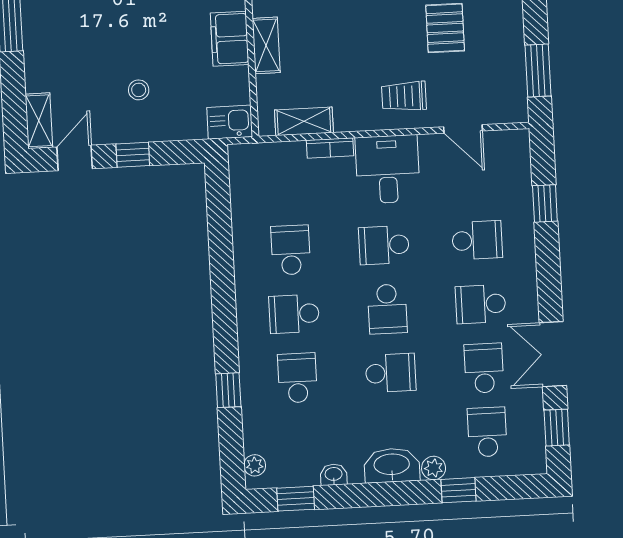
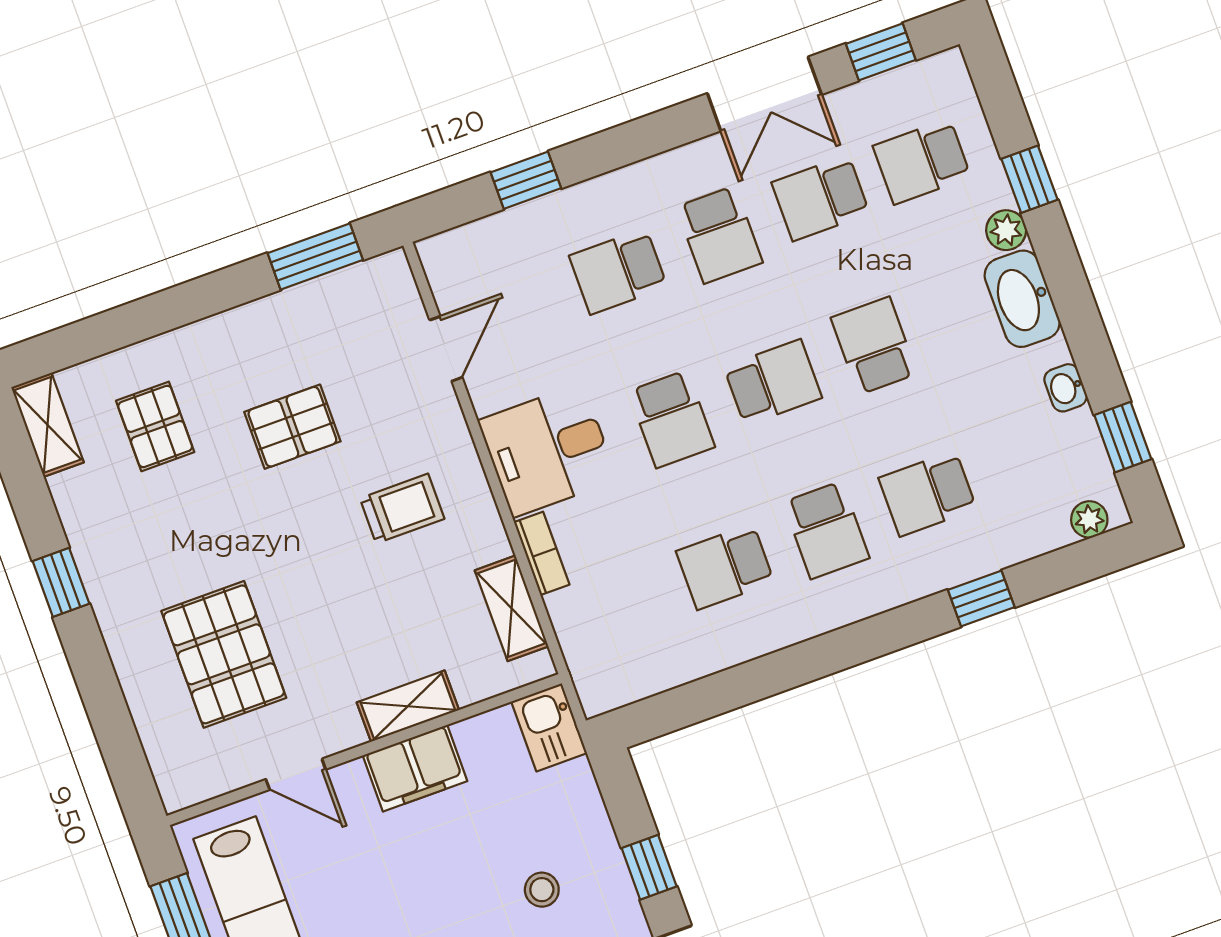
trolley: (404, 96) -> (402, 509), moved, turned -90
school desk: (477, 240) -> (618, 271), turned -90

